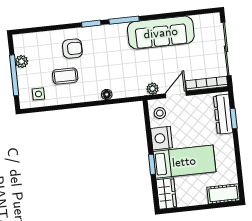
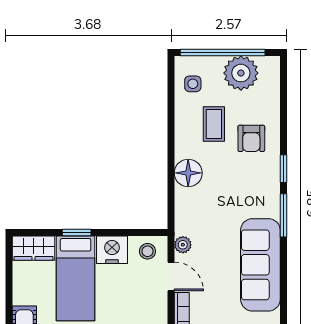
plant: (22, 62) -> (241, 73), width x1.88, depth x1.88
window: (14, 75) -> (223, 52), width x1.46
floor lamp: (107, 94) -> (188, 173), width x1.89, depth x1.89

